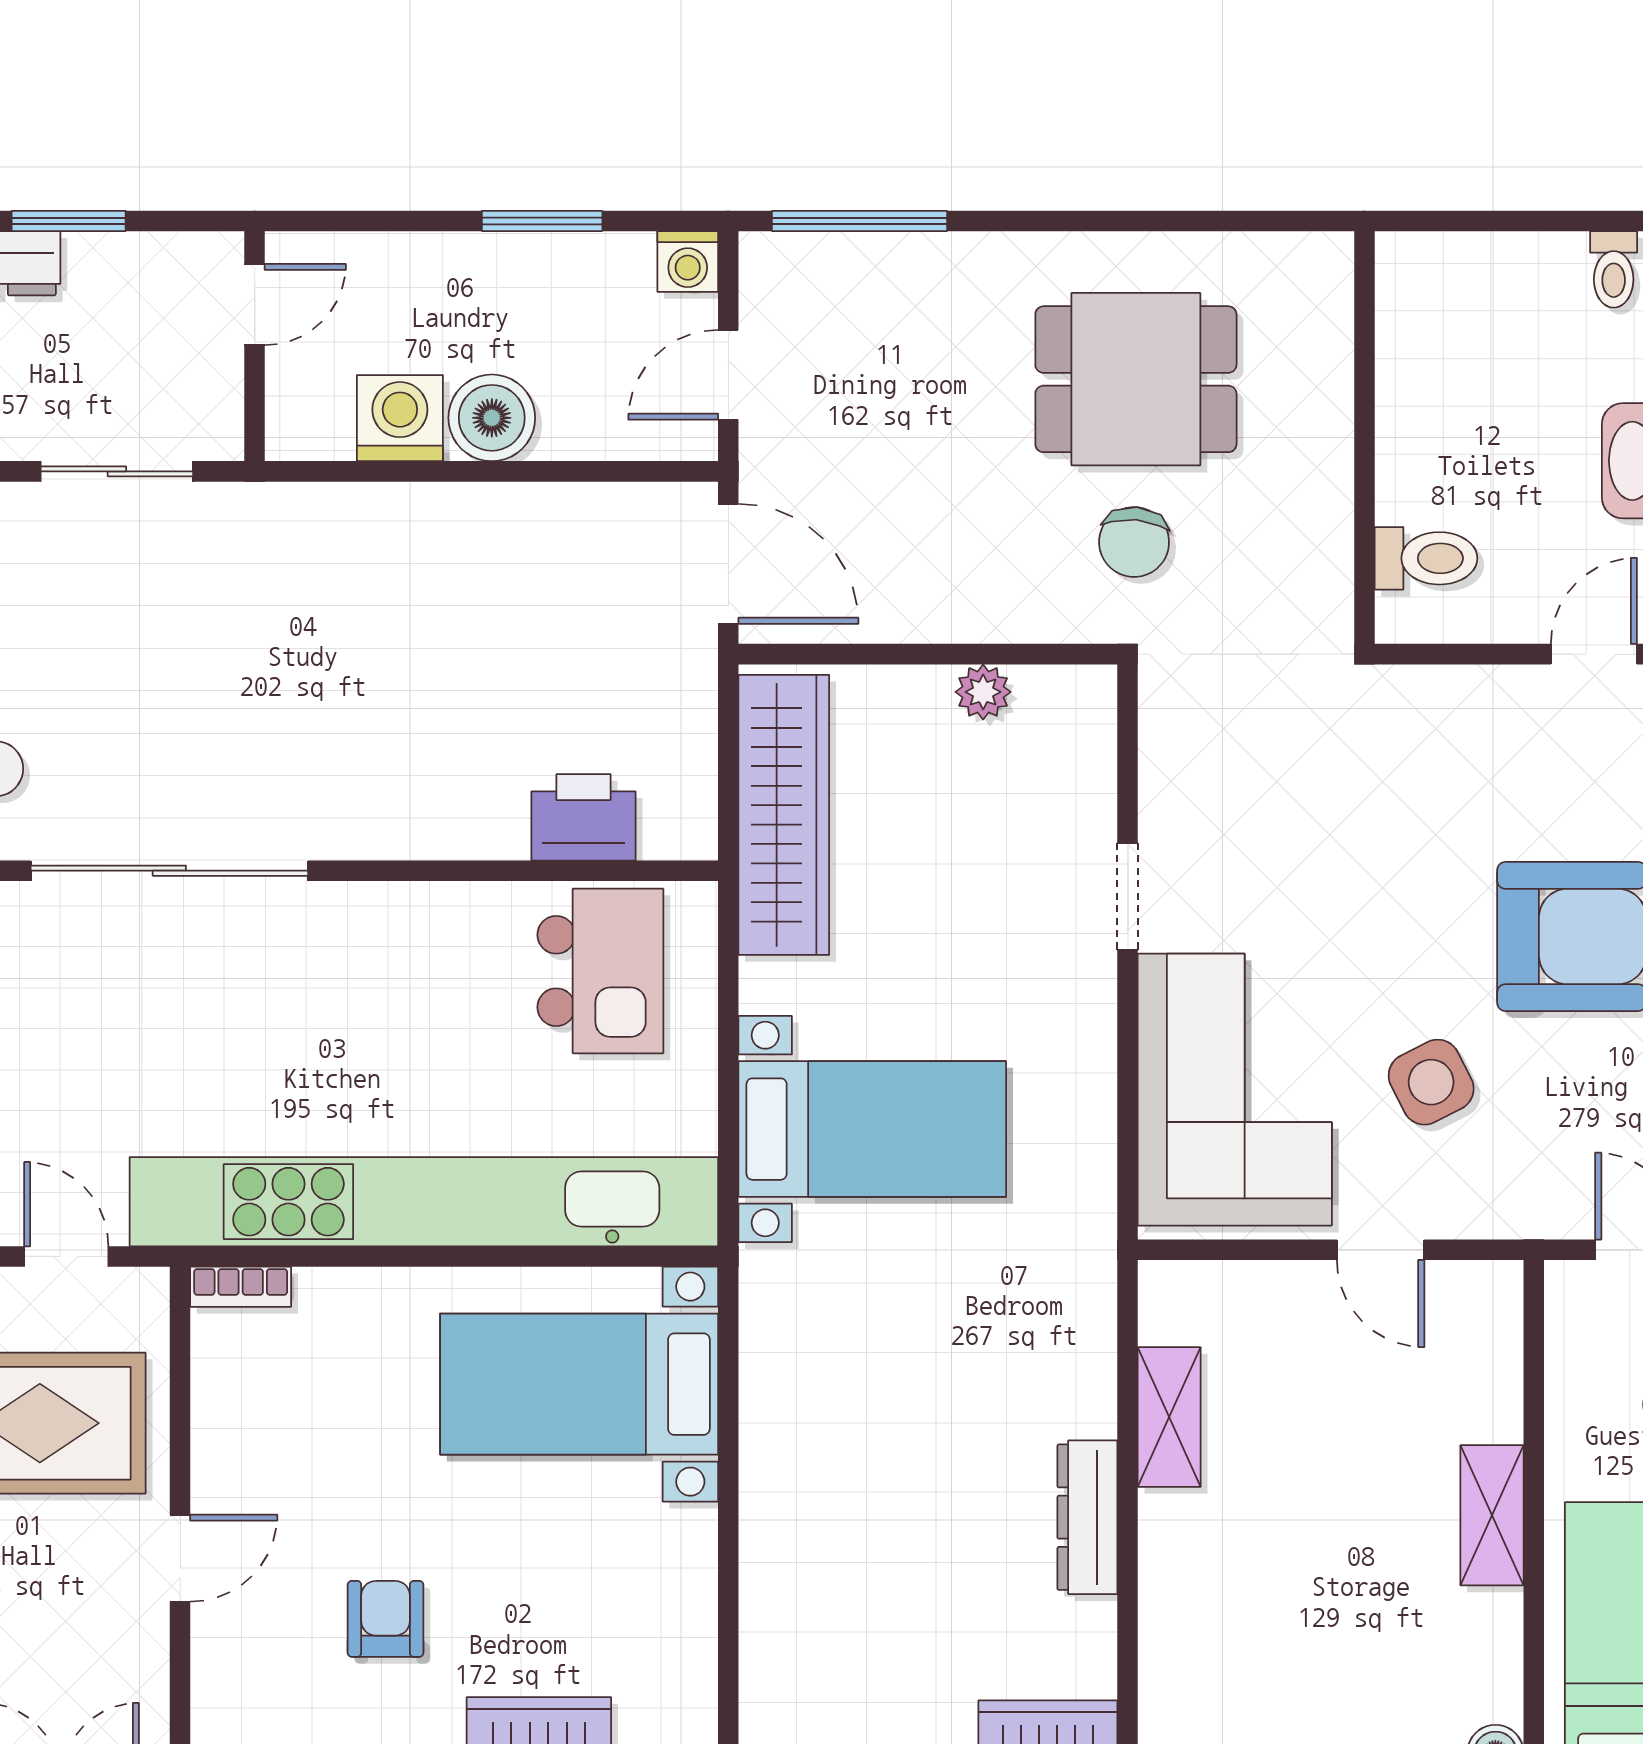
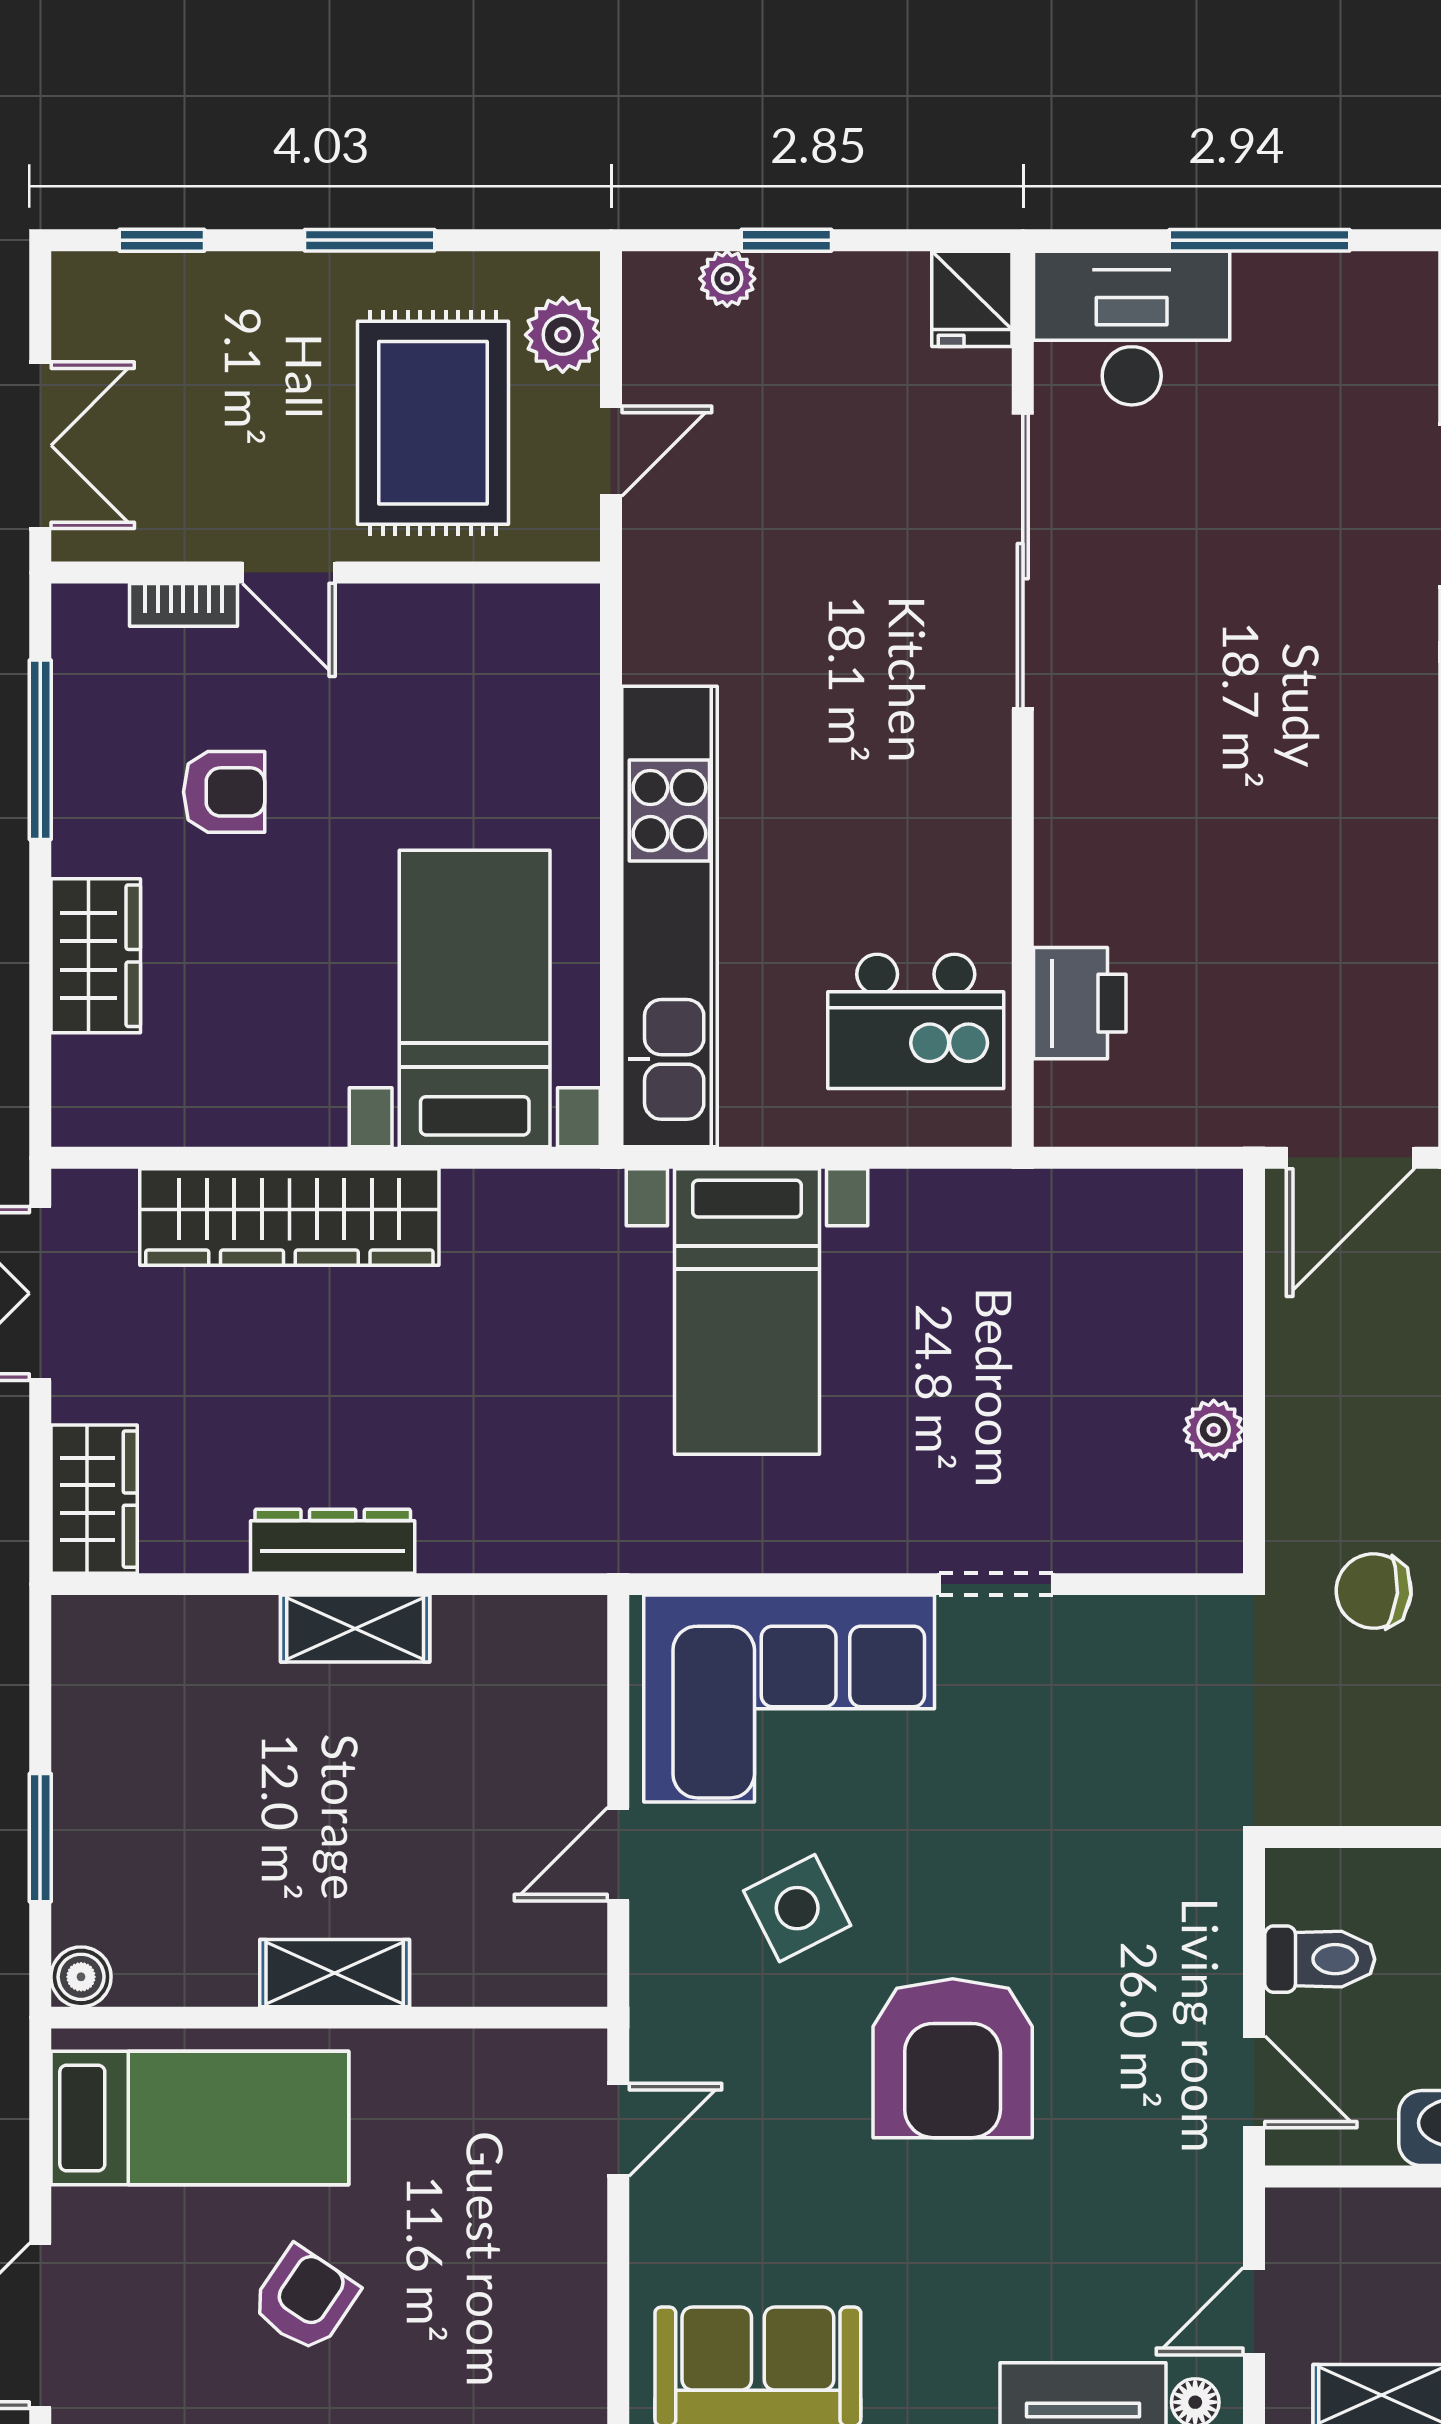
toilet: (1426, 558) -> (1320, 1959), moved, turned -90
wardrobe: (784, 815) -> (289, 1217), moved
kitchen unit: (424, 1202) -> (669, 917), width x0.73
bookcase: (241, 1287) -> (183, 605), moved, turned -90
shelving: (1169, 1417) -> (355, 1628), moved

